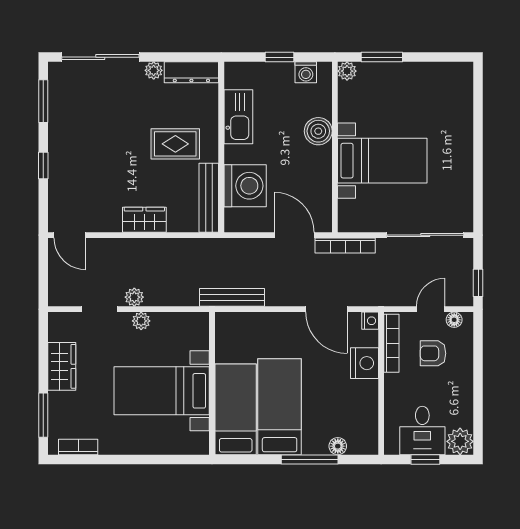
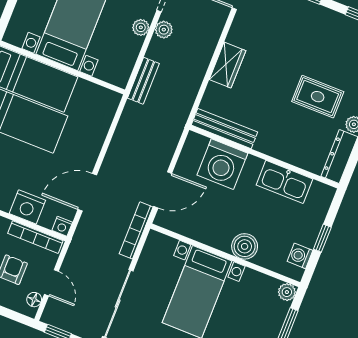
rug: (175, 144) -> (318, 97), moved, turned 90
bench: (232, 297) -> (143, 81), moved, width x0.73

